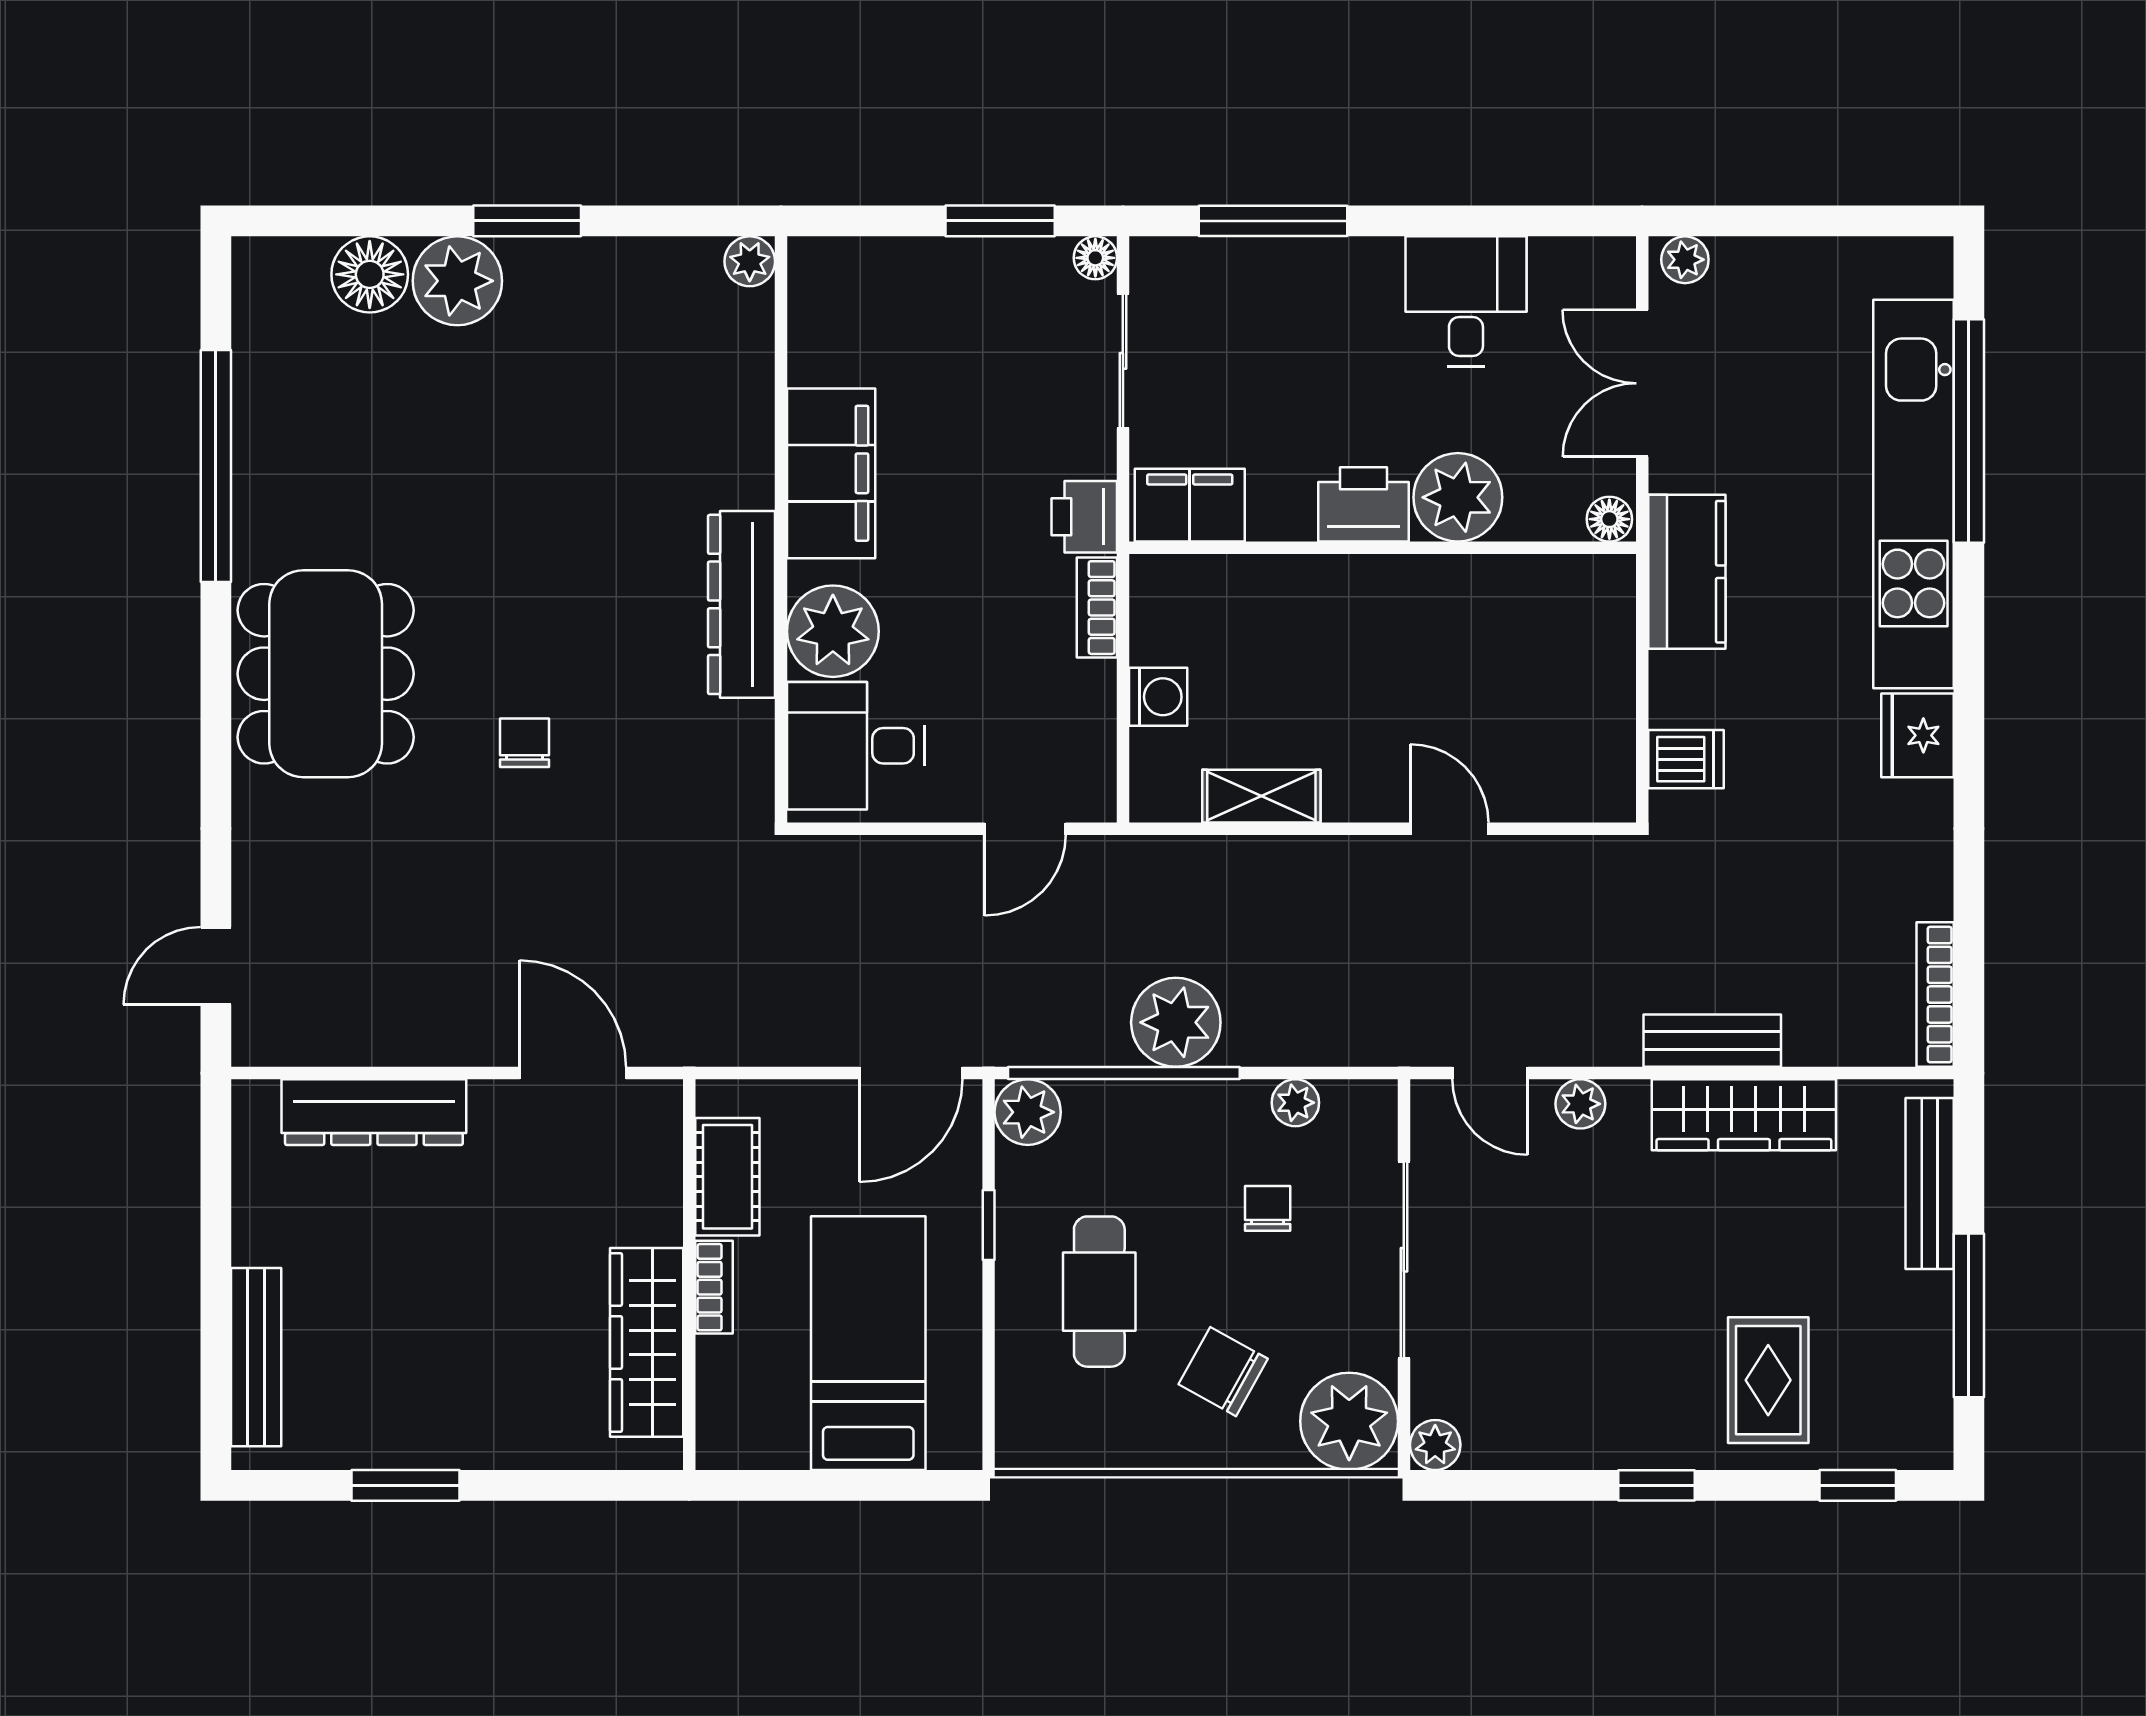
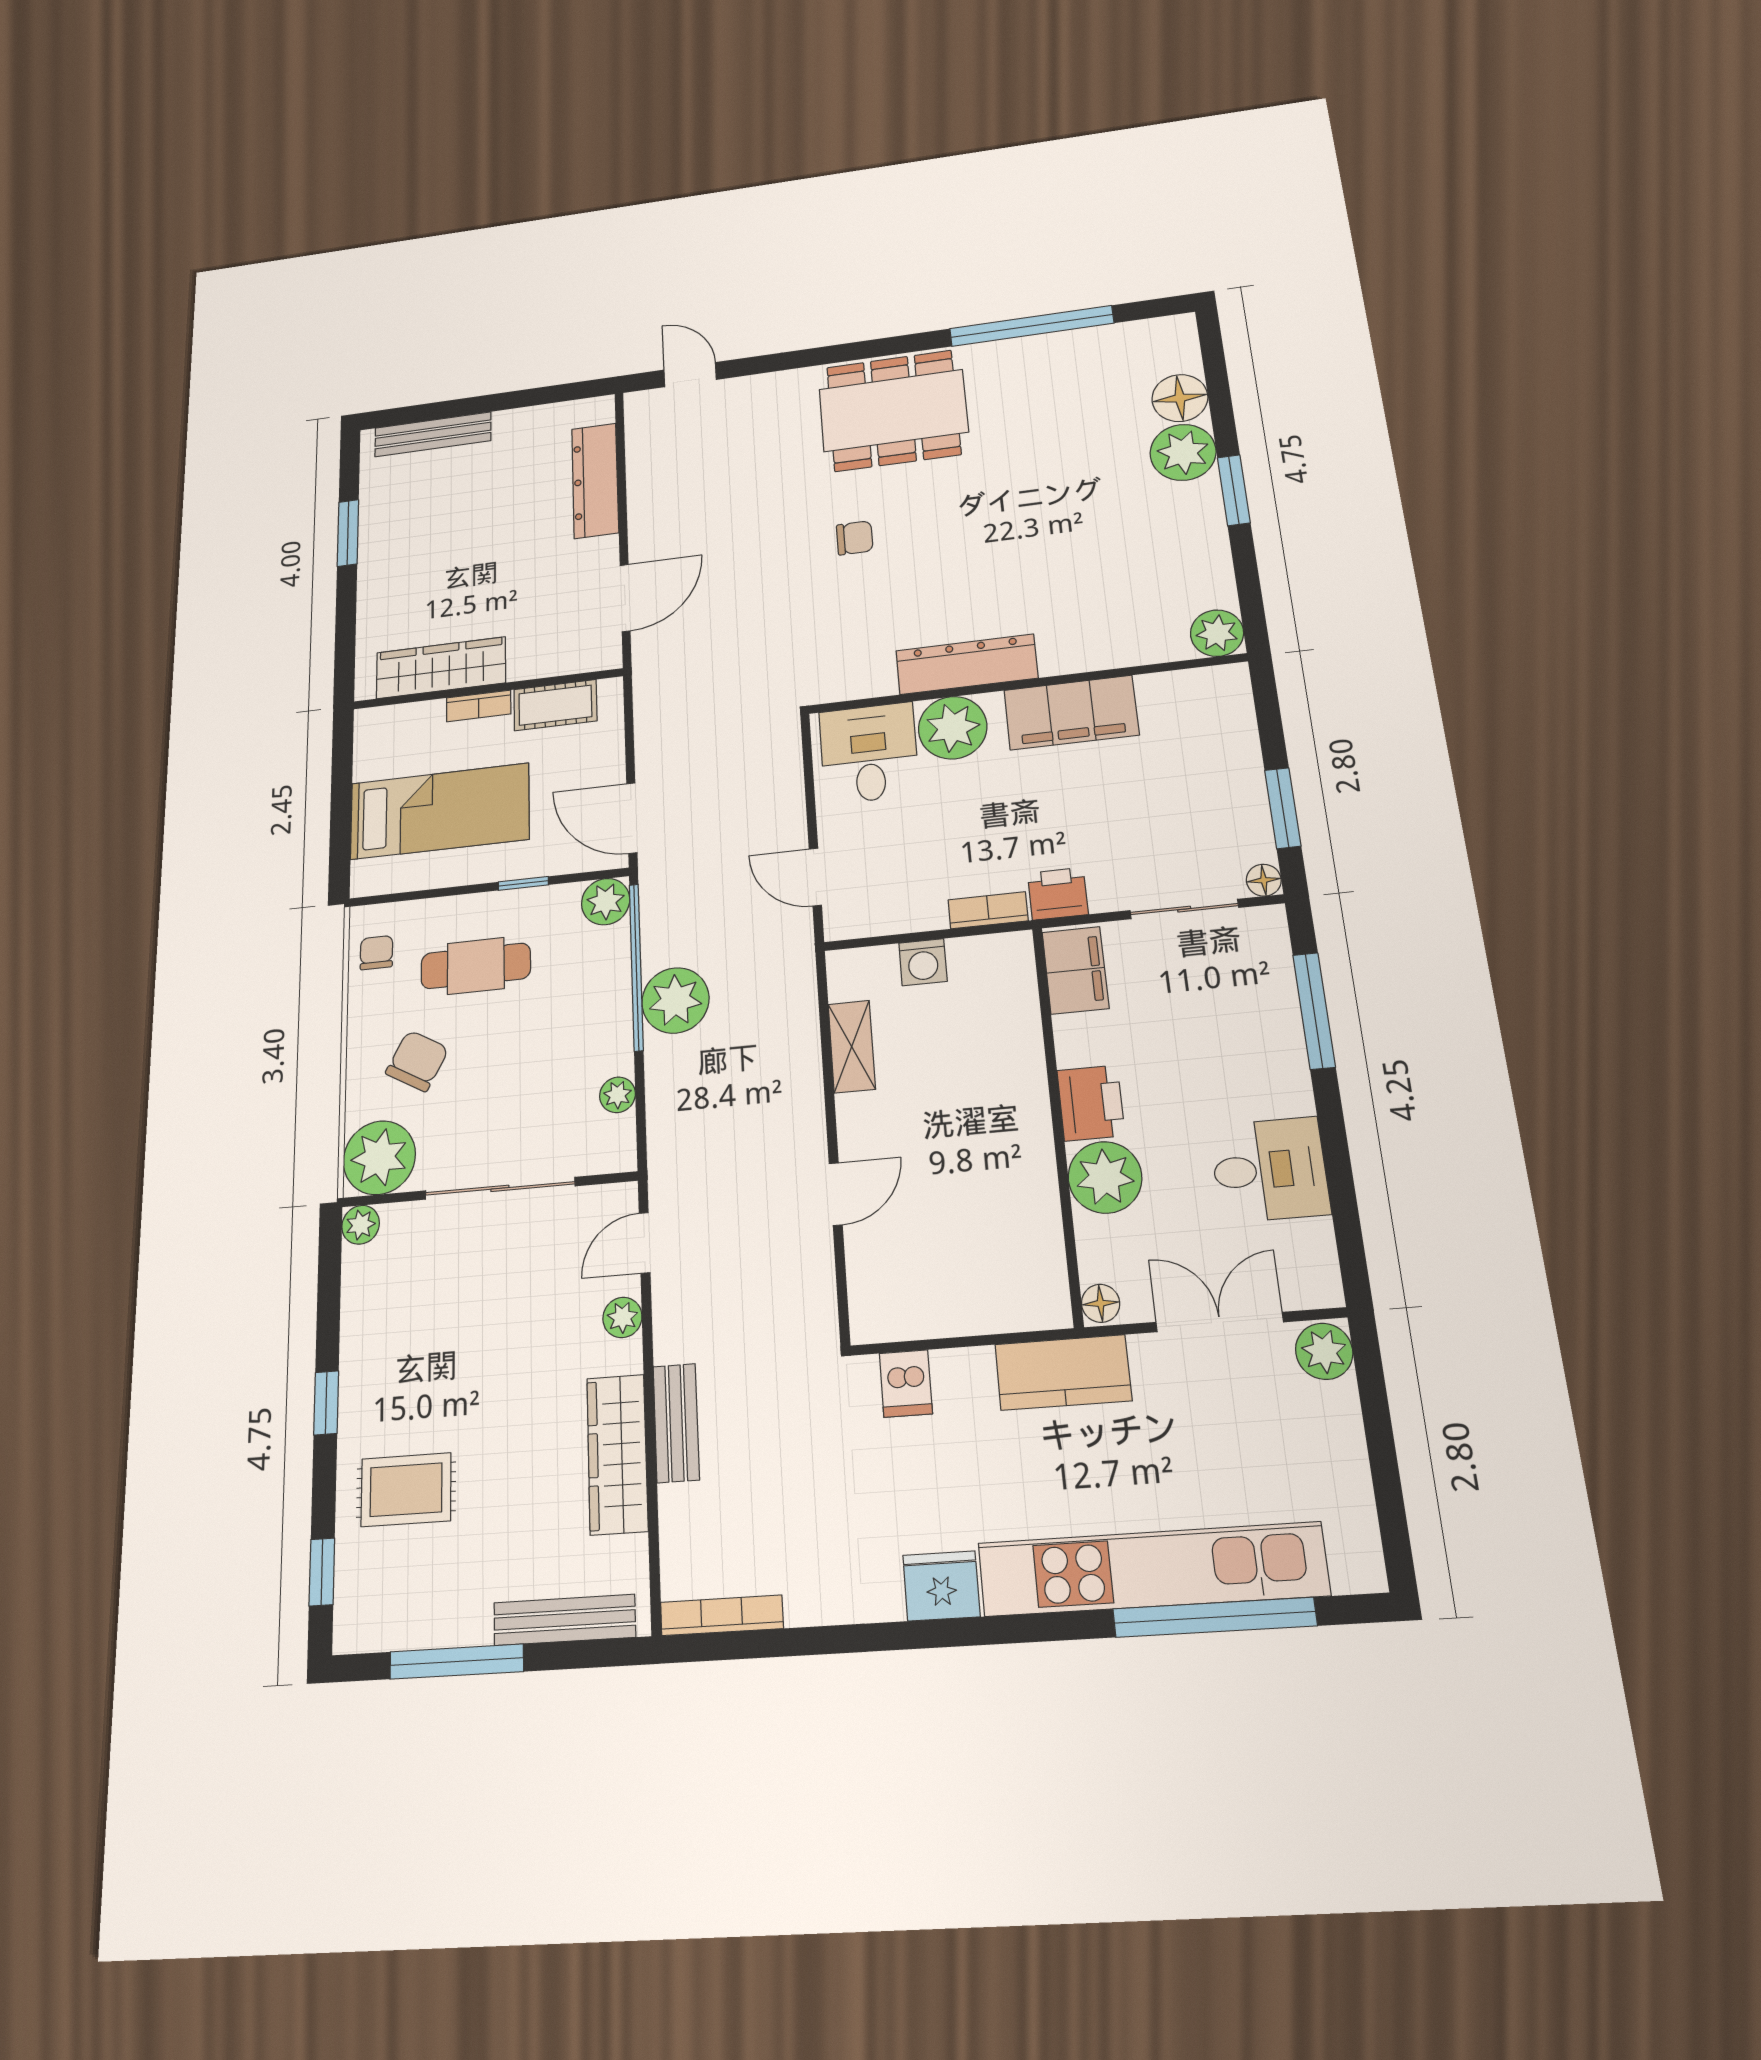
plant: (1685, 260) -> (1324, 1351), width x1.38, depth x1.38
plant: (750, 261) -> (1217, 633), width x1.38, depth x1.38
chair: (1268, 1208) -> (376, 953), moved, turned -90

